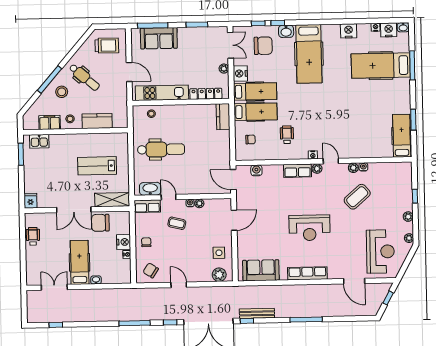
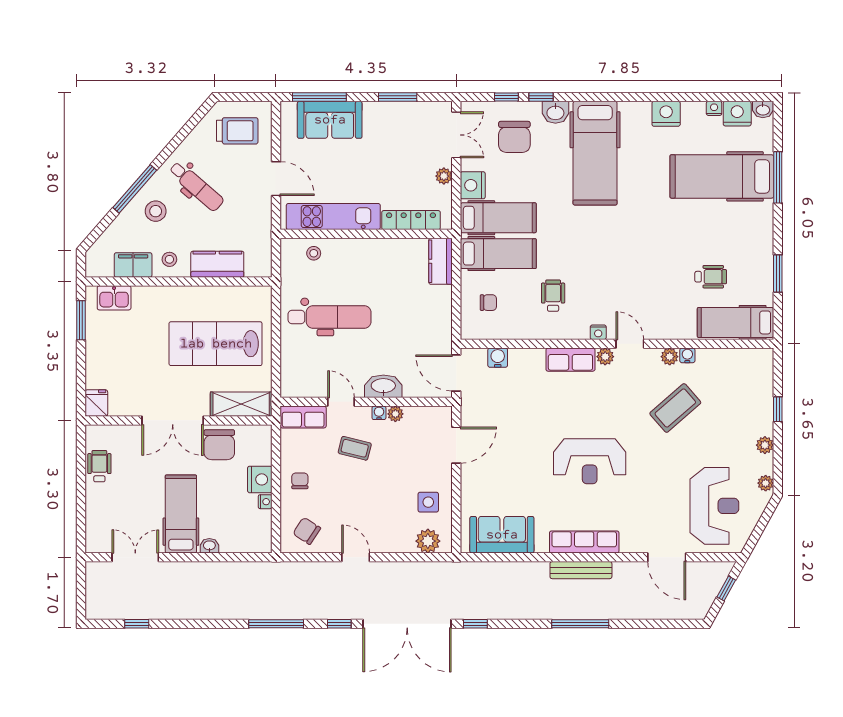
chair: (263, 46) -> (514, 137), turned 90
wheelchair: (376, 122) -> (711, 277), added
hospital bed: (402, 136) -> (735, 322), moved, turned -90
lab bench: (97, 166) -> (216, 344), width x1.36, depth x1.39
washbasin: (150, 189) -> (383, 386), moved
chair: (100, 223) -> (219, 445), turned -90
bench: (257, 313) -> (581, 570), moved

